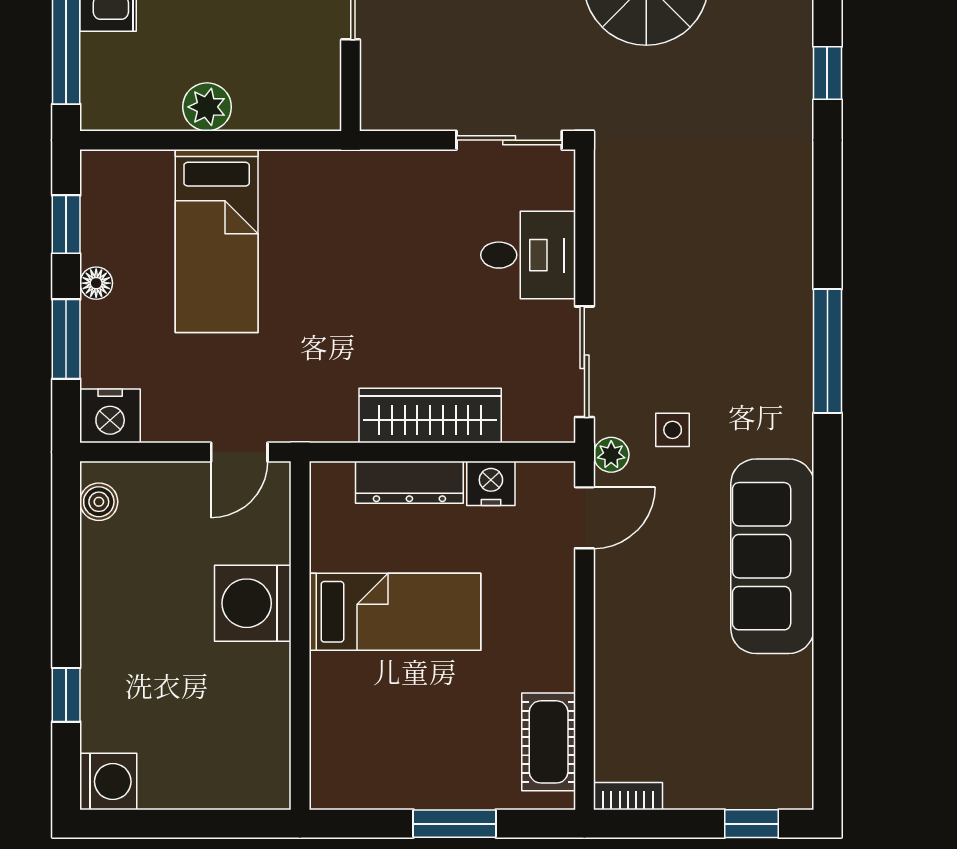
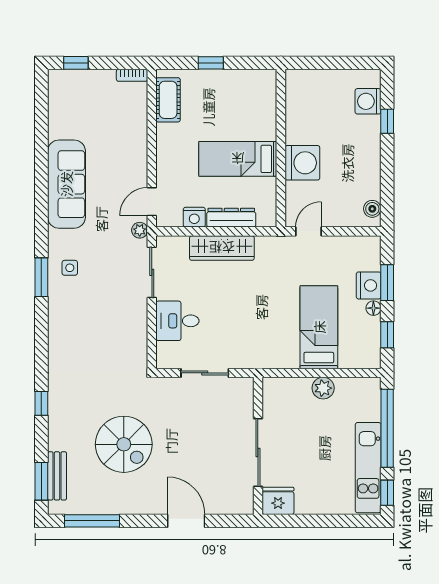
sliding door: (509, 140) -> (205, 373), moved
window: (827, 351) -> (41, 277), width x0.69
nightstand: (110, 416) -> (369, 285), moved, turned 90
side table: (673, 430) -> (70, 268), moved
washing machine: (108, 782) -> (368, 101), moved
window: (455, 824) -> (211, 63), width x0.67

